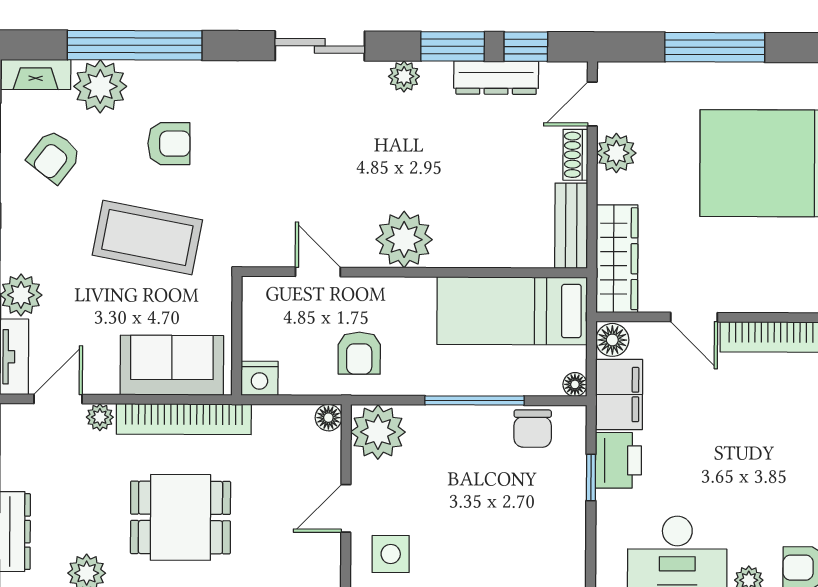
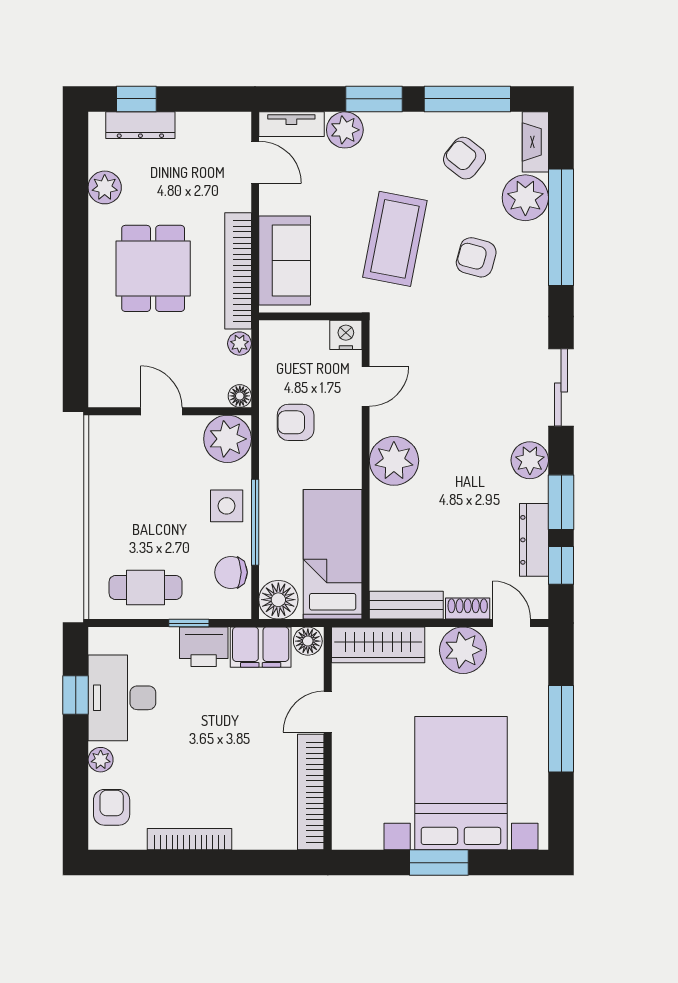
plant: (404, 76) -> (530, 460), width x1.38, depth x1.38
armchair: (169, 144) -> (476, 257), turned 105
plant: (616, 153) -> (463, 650), width x1.36, depth x1.36
nightstand: (259, 378) -> (346, 335), moved, turned 90
floor lamp: (575, 384) -> (278, 600), width x1.89, depth x1.89
plant: (100, 417) -> (239, 344), moved
cafe table: (550, 527) -> (146, 588), added
side table: (391, 554) -> (227, 506), moved

